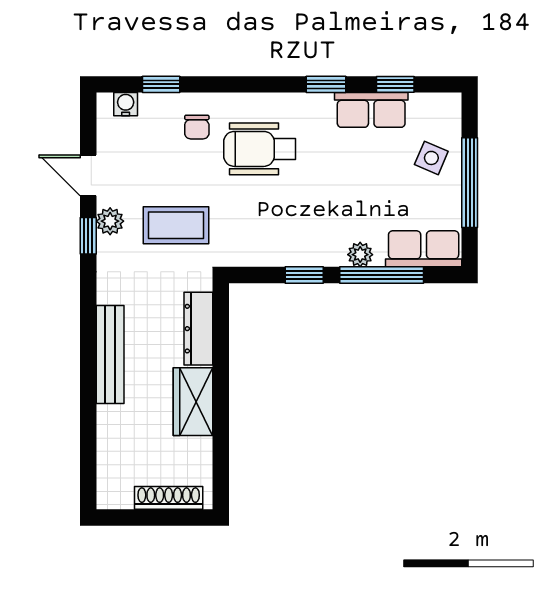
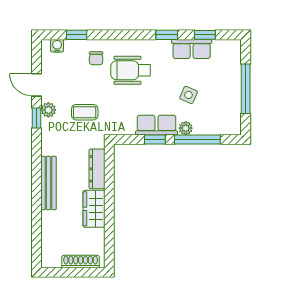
side table: (431, 158) -> (189, 95), moved
coffee table: (176, 225) -> (85, 112), width x0.73, depth x0.77
row of seats: (424, 249) -> (157, 125), moved

